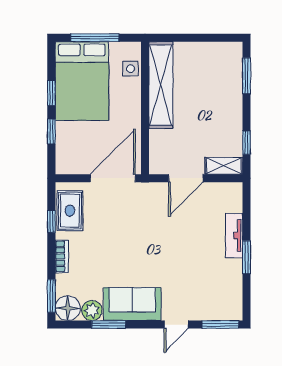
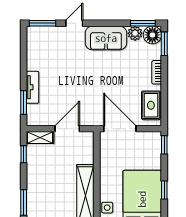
window: (51, 131) -> (164, 145), moved
door: (113, 178) -> (120, 129), swing flipped
window: (51, 221) -> (164, 98), removed
window: (247, 257) -> (24, 103), moved
window: (109, 325) -> (143, 23), moved

